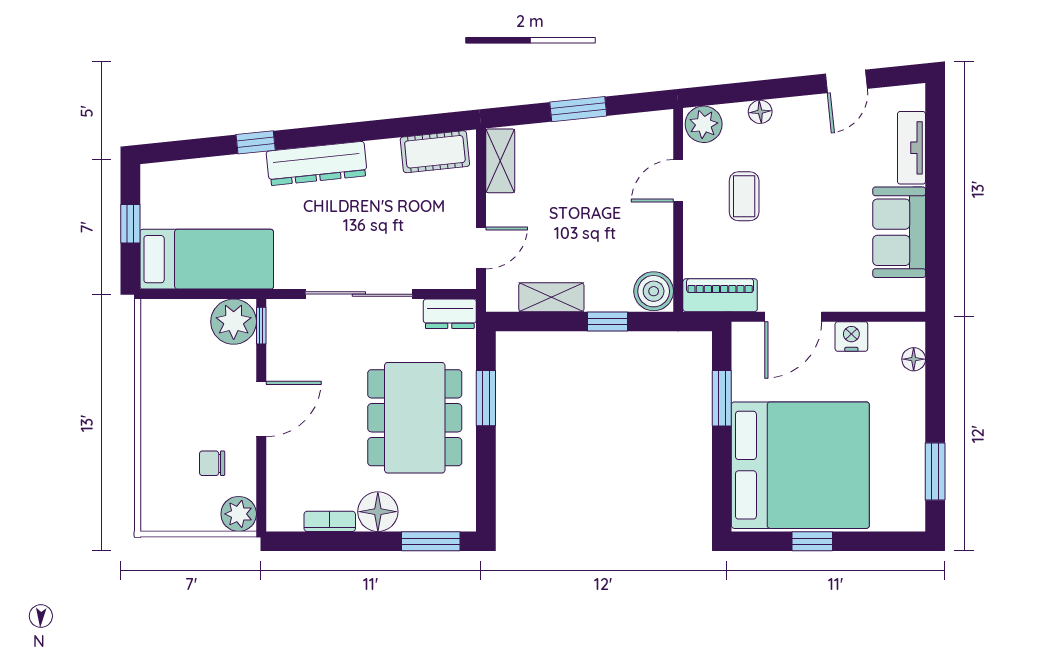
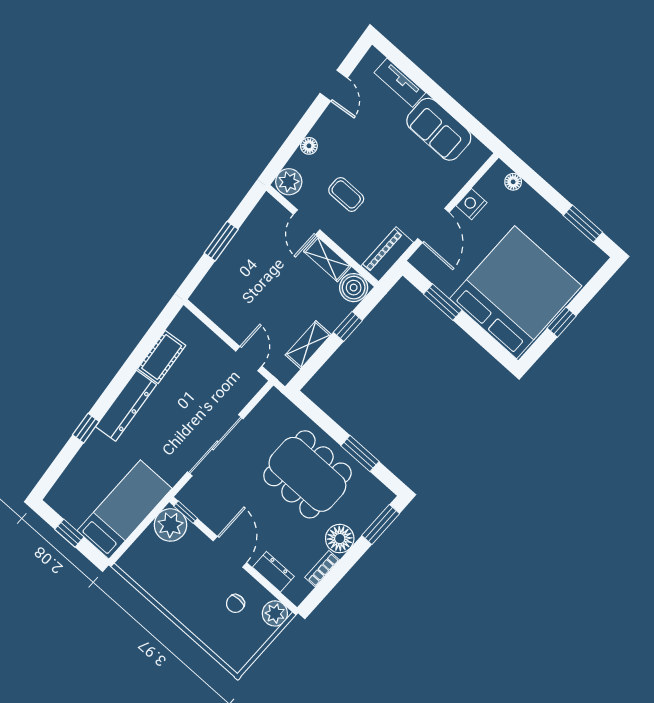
cot: (435, 152) -> (162, 357), moved
shelving: (500, 161) -> (327, 259), moved
dresser: (450, 314) -> (273, 572), moved, turned -90
window: (486, 398) -> (360, 453), moved

